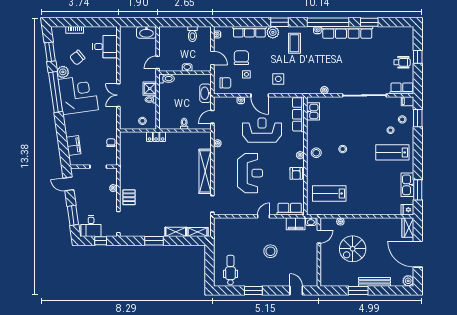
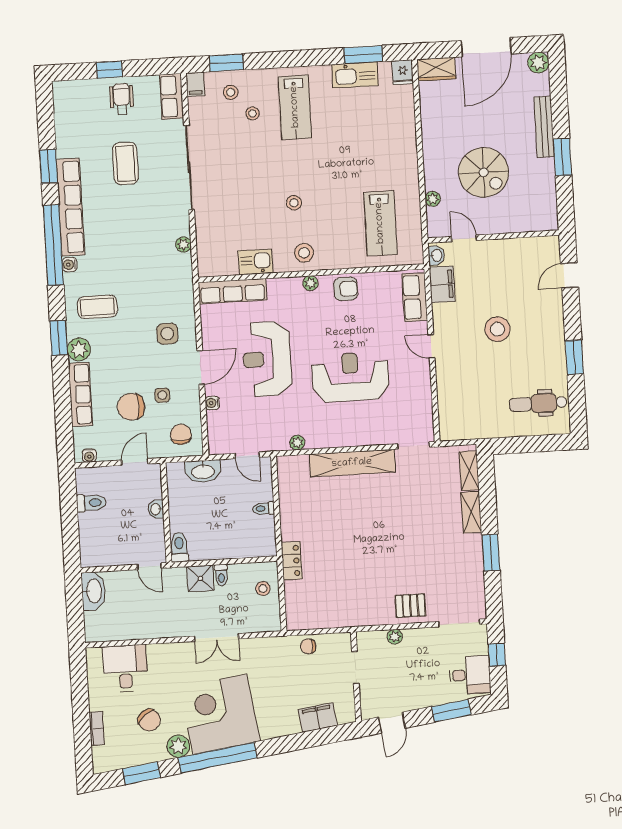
coffee table: (368, 62) -> (125, 163), added
kitchen sink: (313, 111) -> (256, 262), moved

